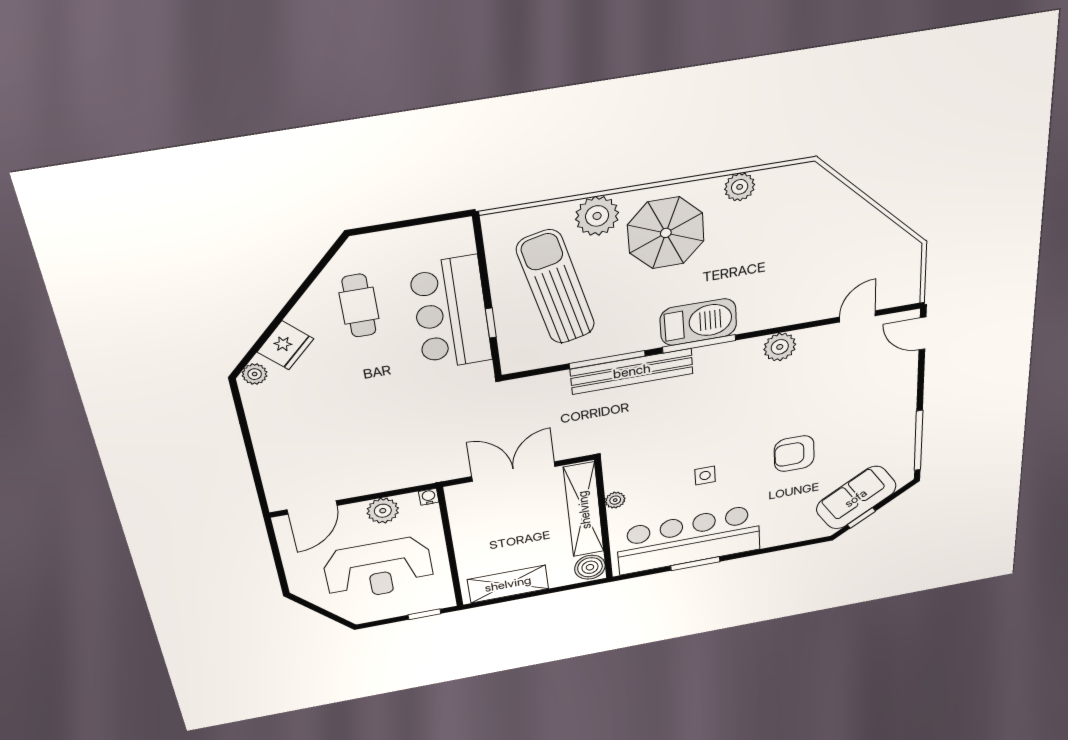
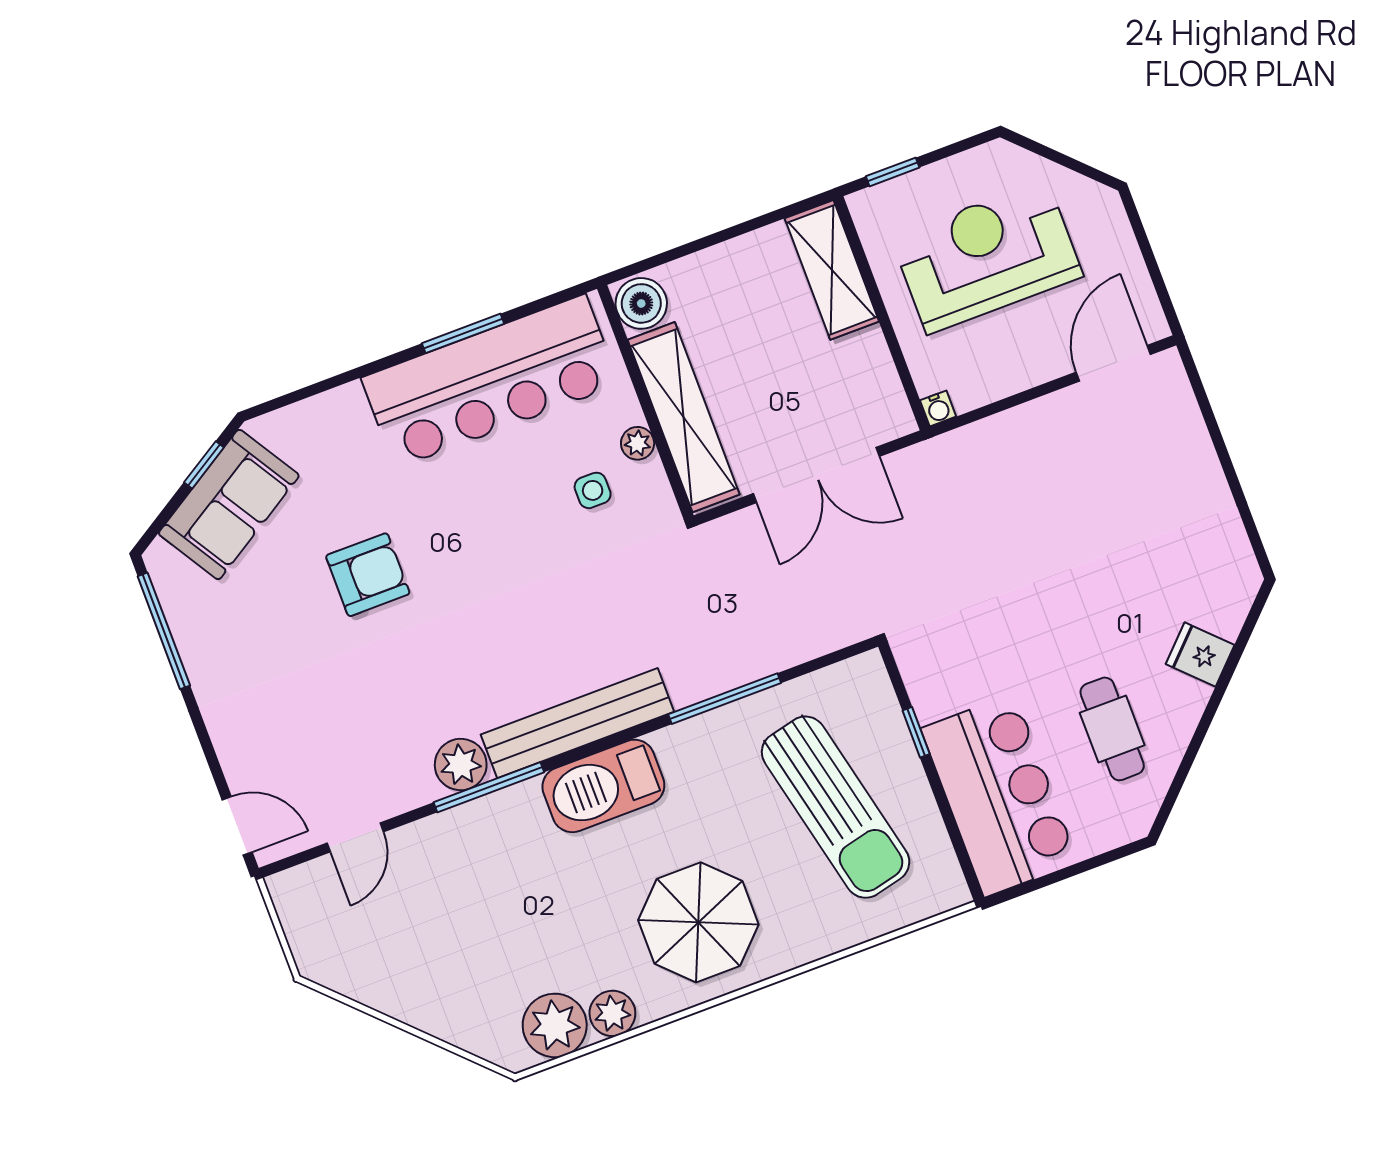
plant: (597, 216) -> (555, 1025), moved
bar counter: (451, 313) -> (999, 795), moved
window: (699, 344) -> (489, 787), moved
fridge: (285, 345) -> (1200, 654), width x0.72
bench: (632, 371) -> (577, 723), moved
plant: (255, 374) -> (1239, 591), removed
side table: (705, 475) -> (593, 490), moved
plant: (383, 511) -> (1004, 372), removed
shelving: (508, 584) -> (832, 270), moved, turned 90

